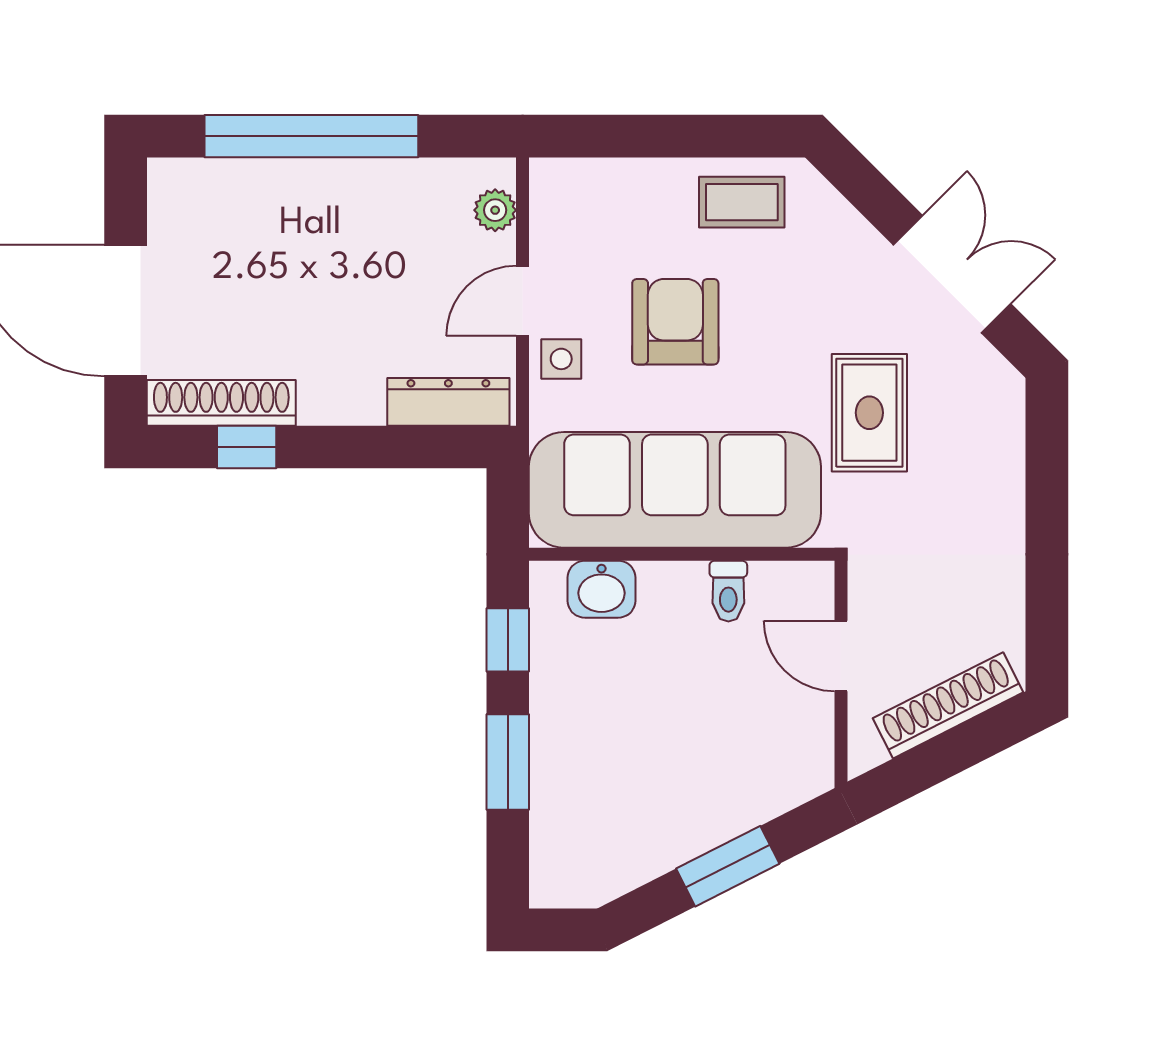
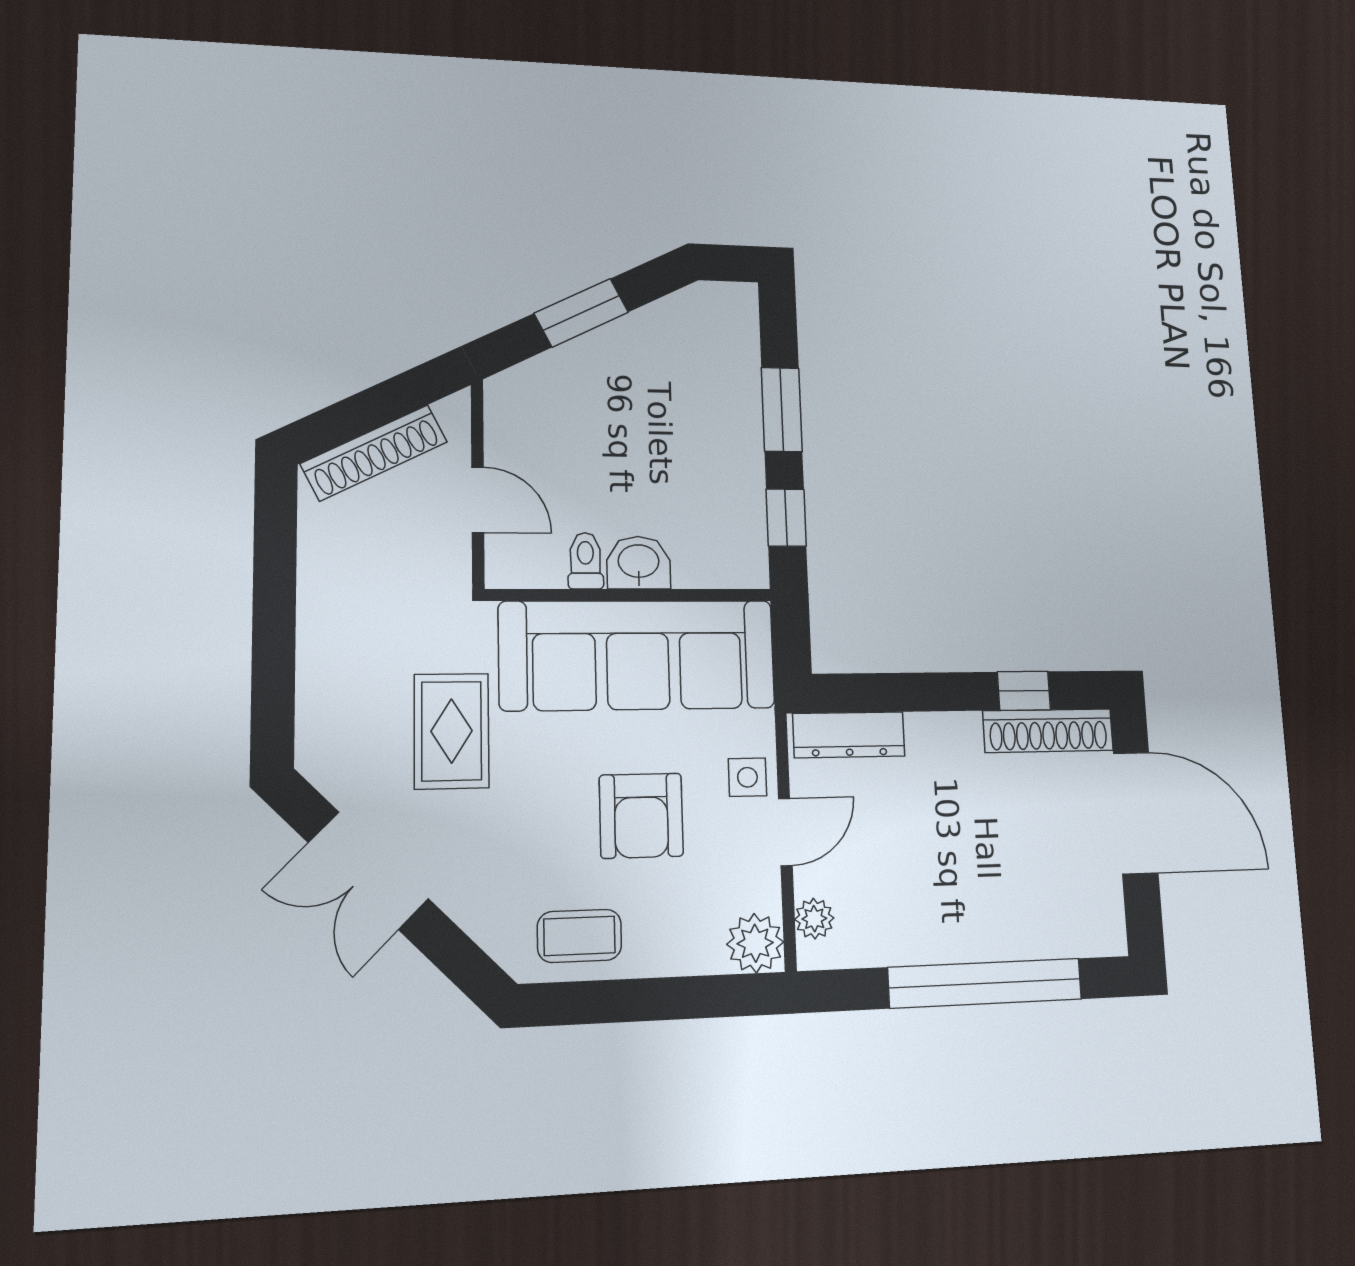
plant: (559, 188) -> (755, 943), added
washbasin: (602, 589) -> (639, 563), moved

